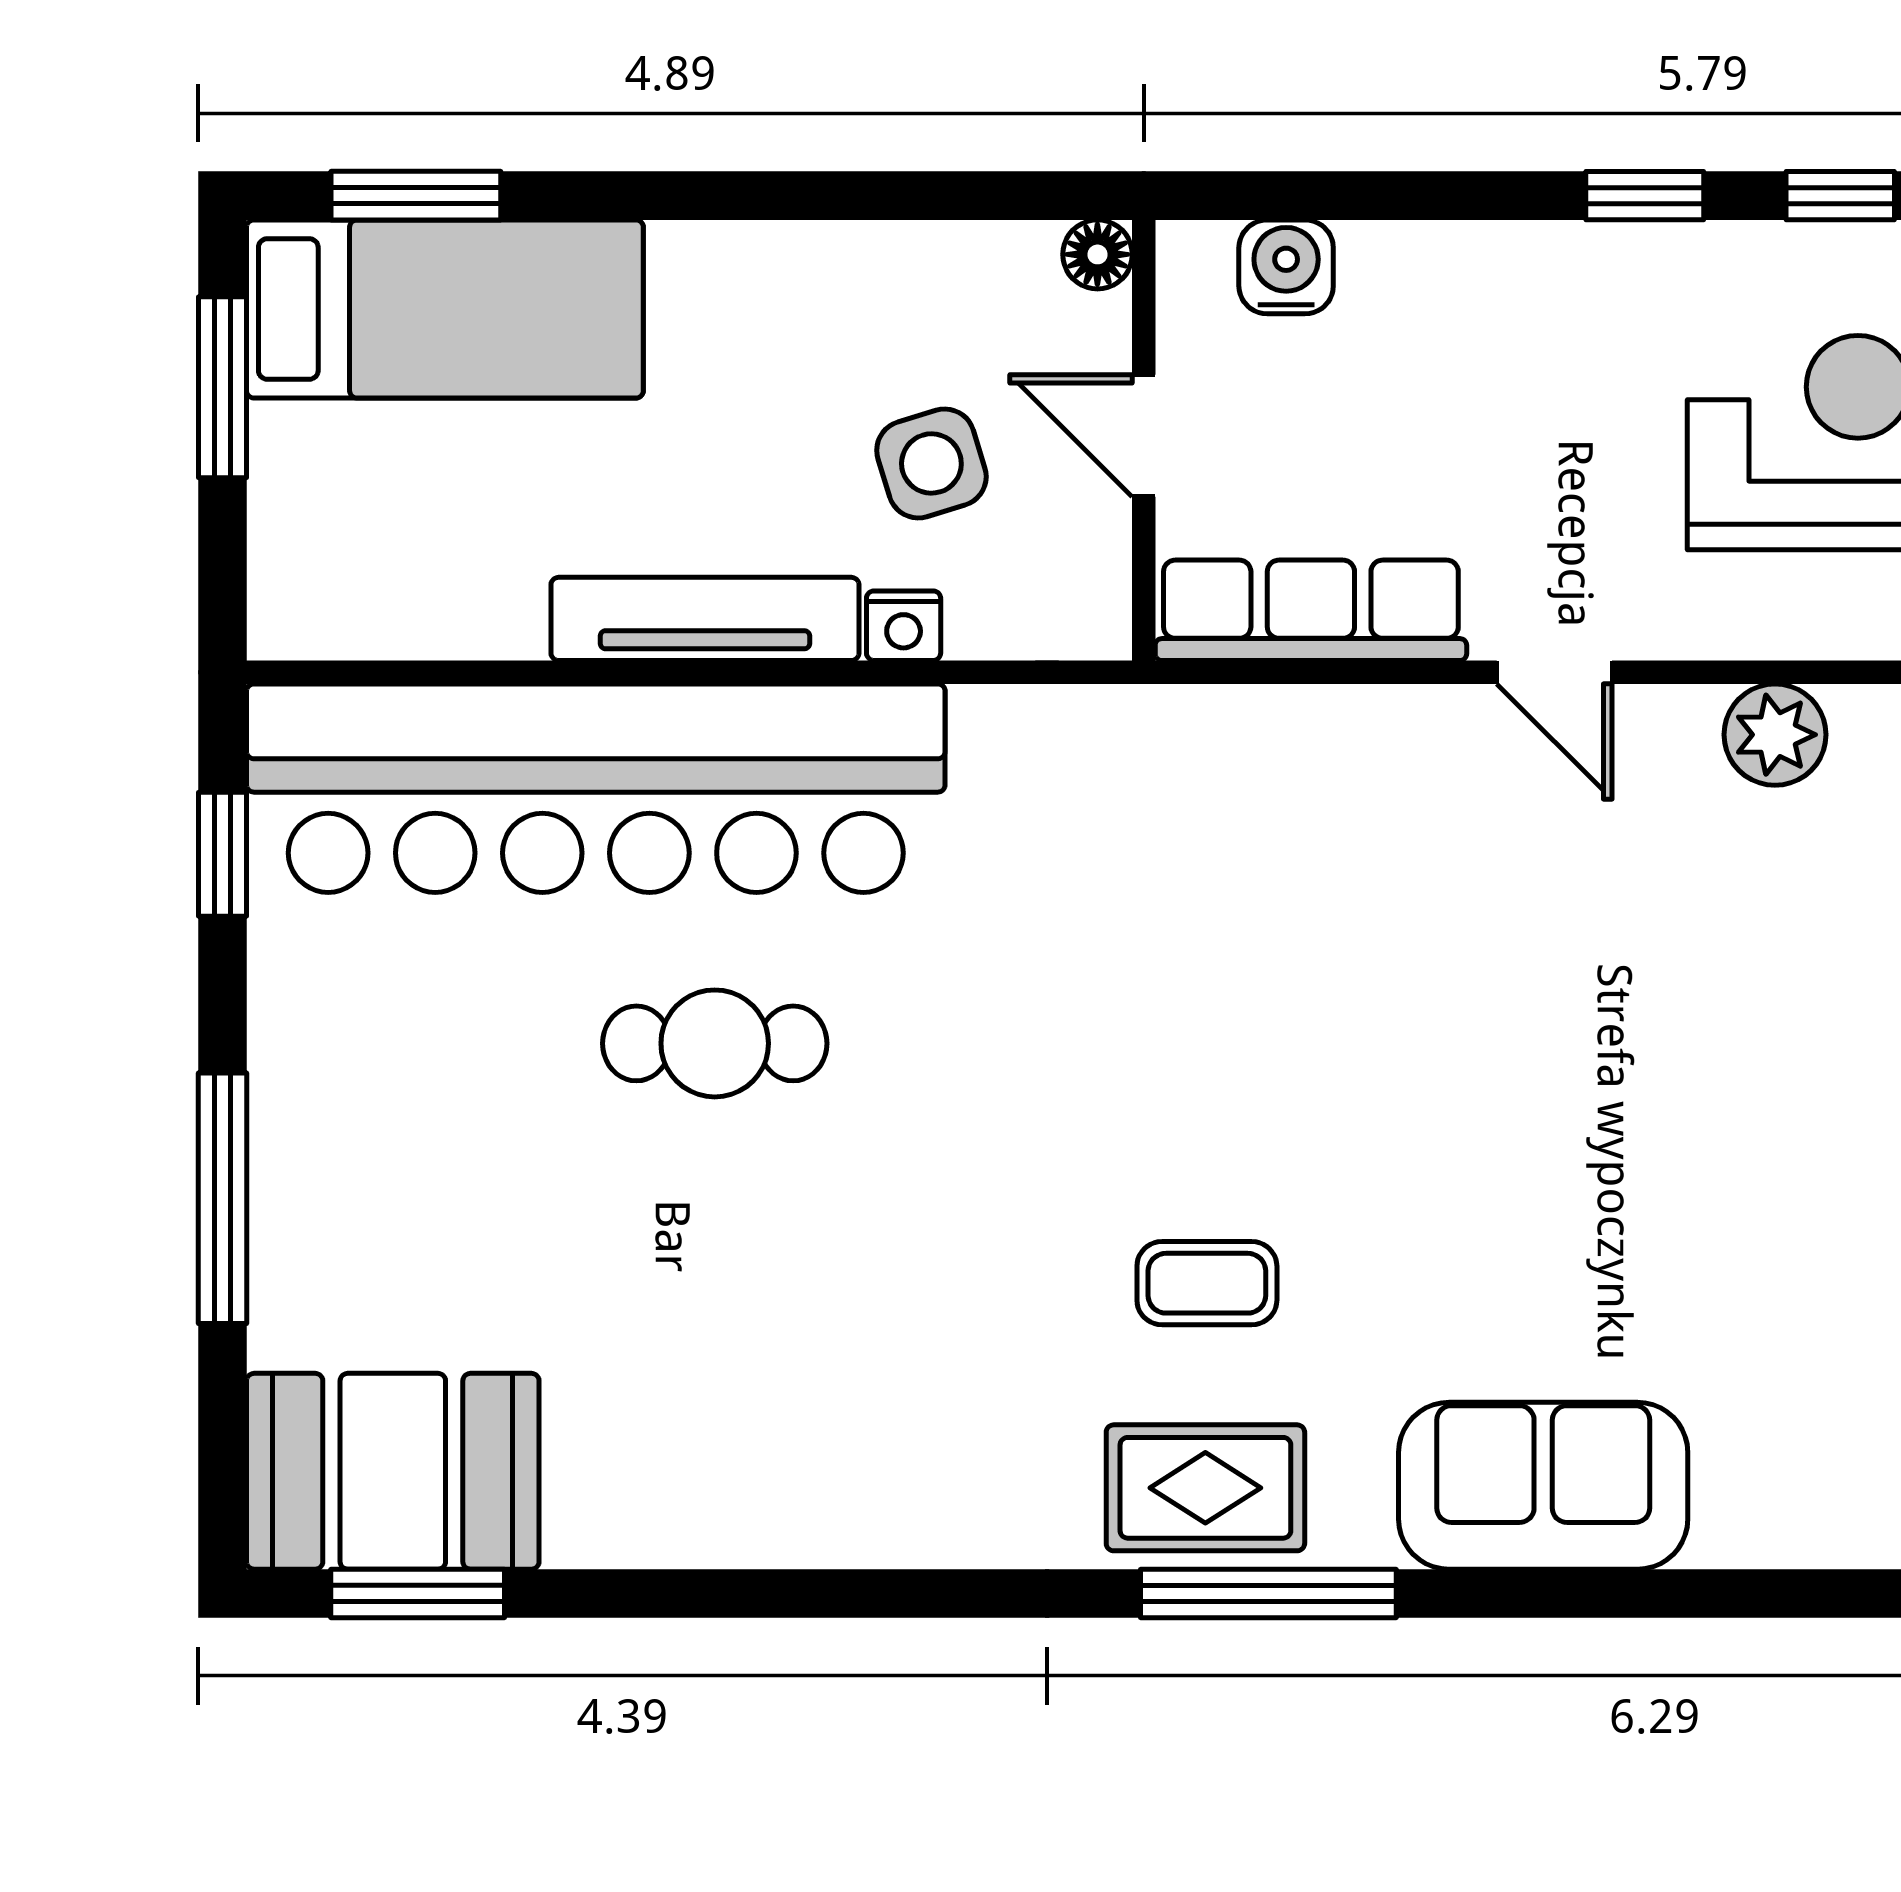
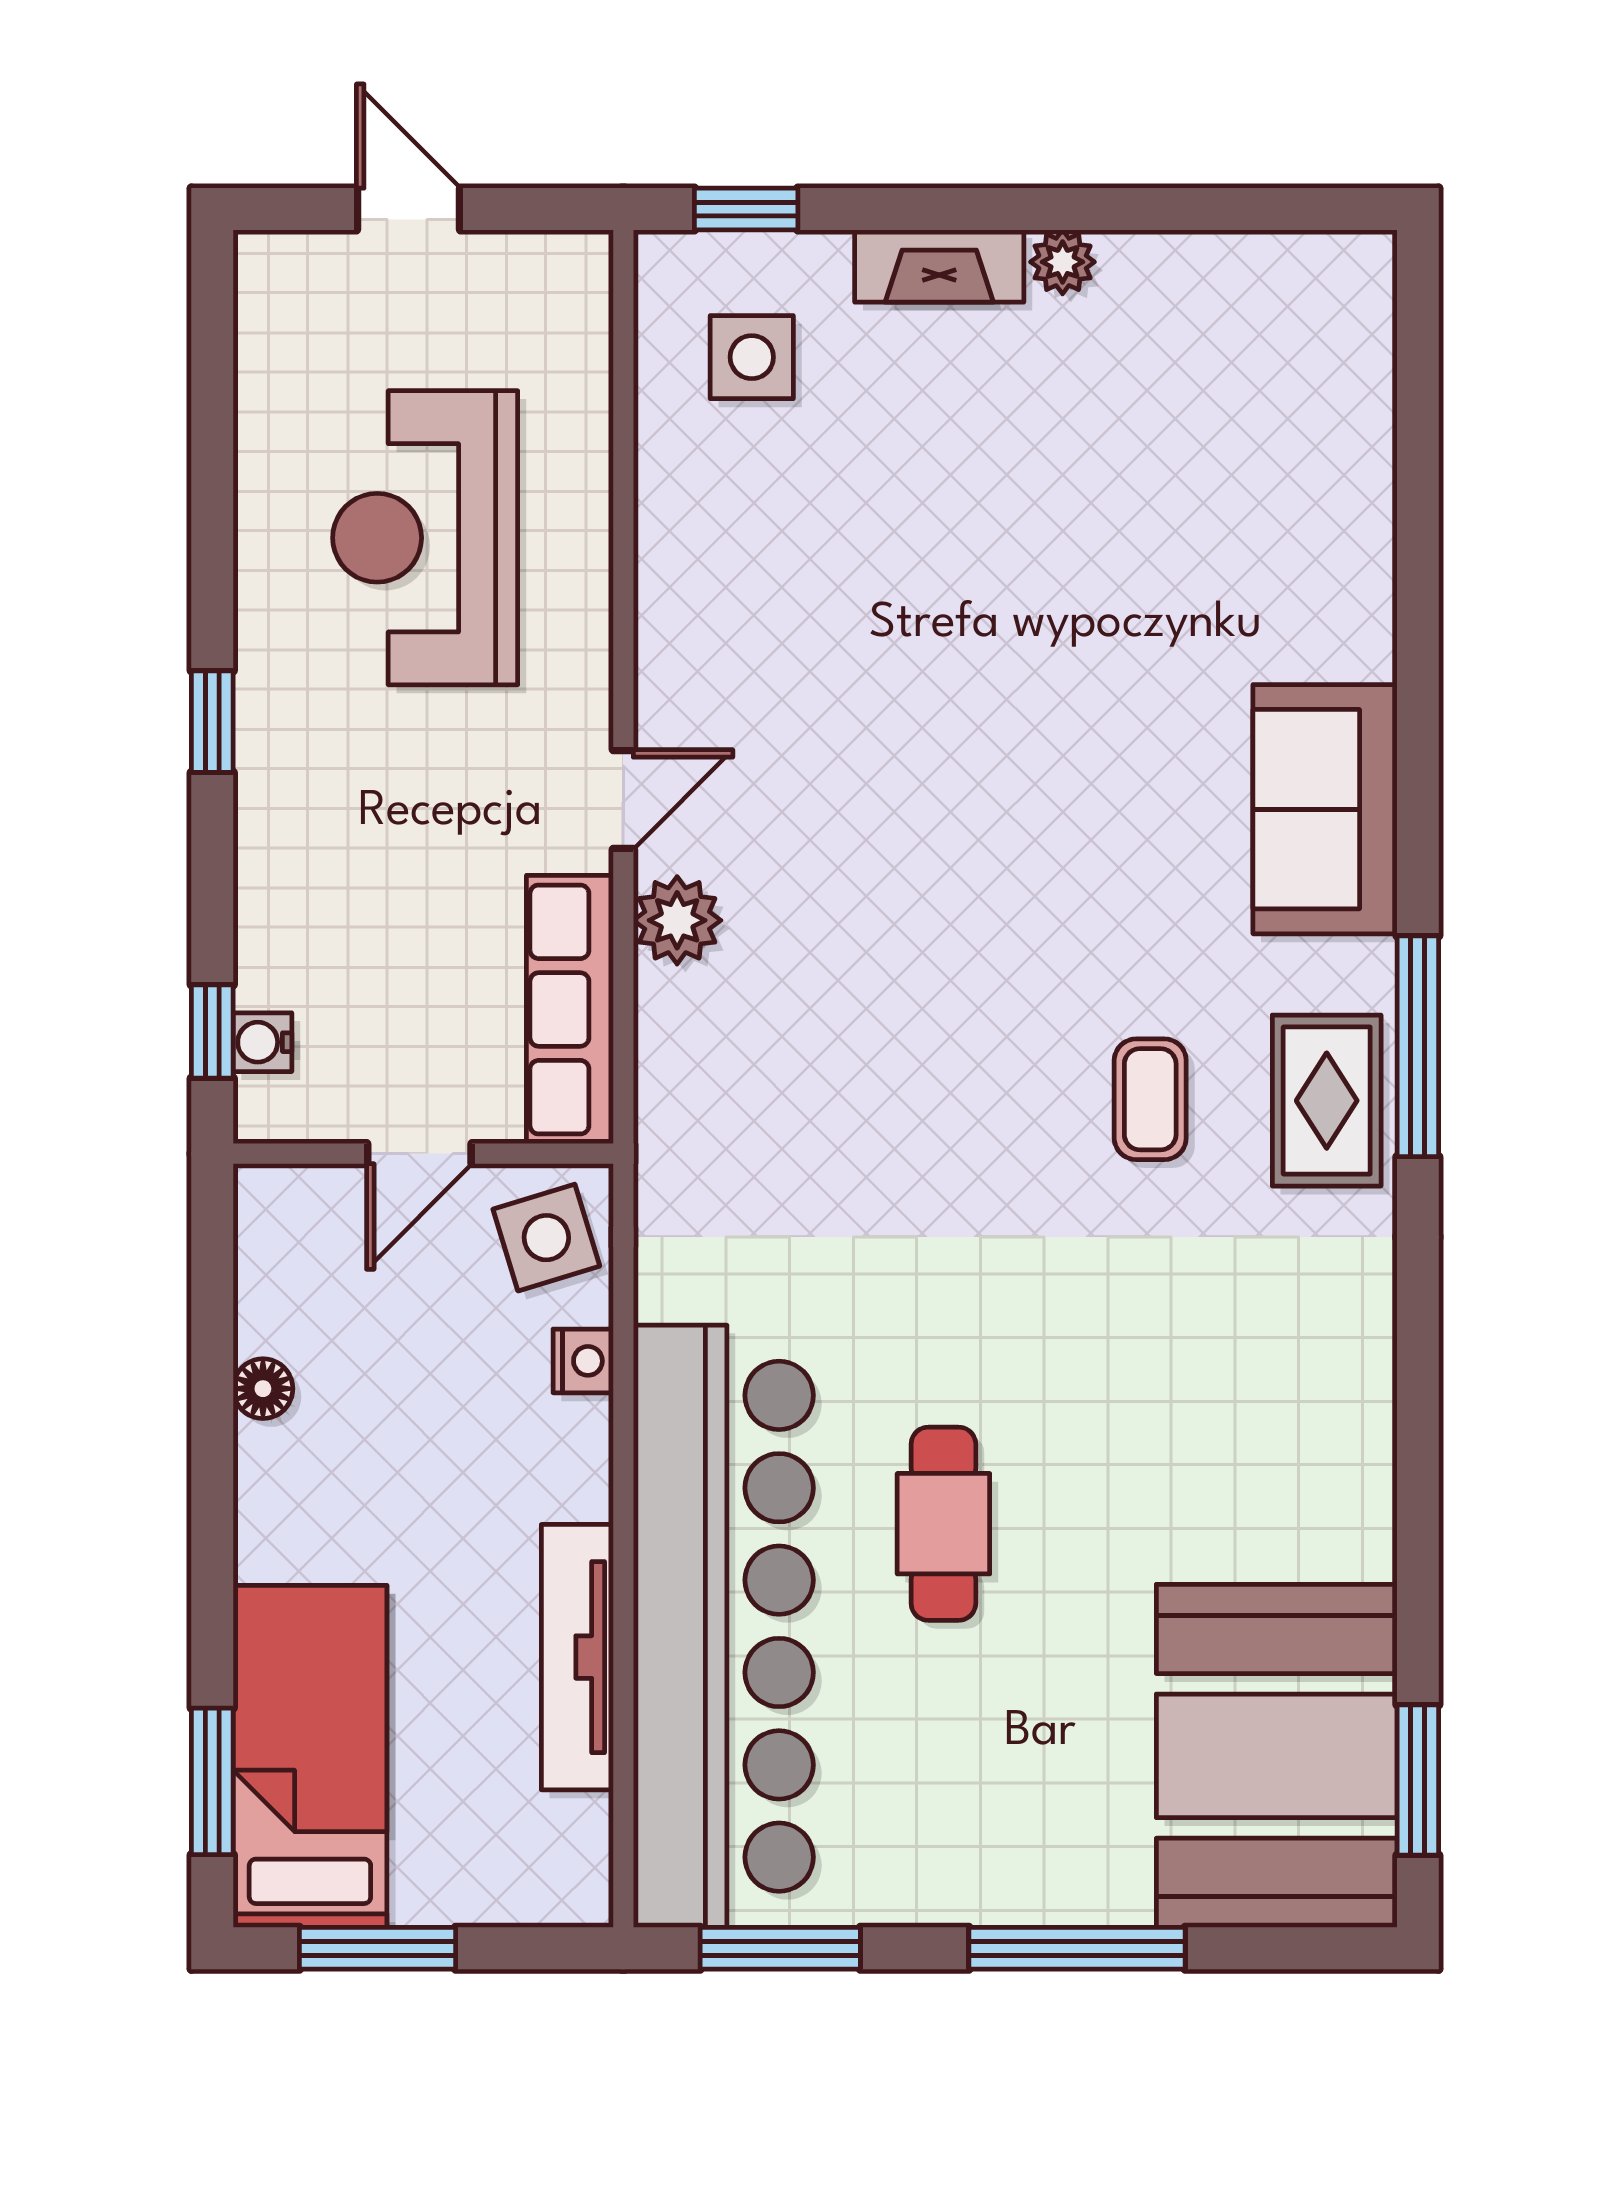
window: (1840, 196) -> (212, 1031), moved
floor lamp: (1097, 254) -> (263, 1389), moved
water cooler: (1286, 267) -> (262, 1042), width x0.72, depth x0.72
side table: (931, 463) -> (546, 1238), moved
tv unit: (705, 619) -> (577, 1657), moved
plant: (1775, 735) -> (677, 920), moved
window: (222, 854) -> (780, 1948), width x1.50
booth: (393, 1471) -> (1277, 1756), width x1.36, depth x1.42

